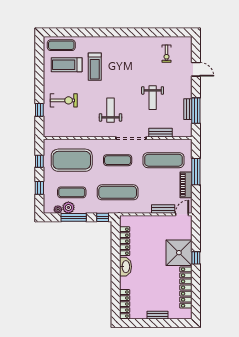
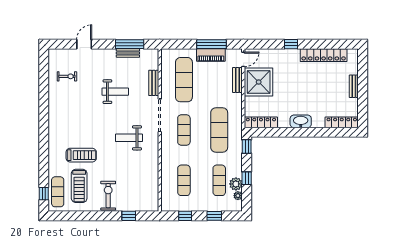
window: (60, 32) -> (44, 194), added
exercise bike: (64, 100) -> (108, 196), moved
exercise mat: (72, 160) -> (184, 180), width x0.50, depth x0.69
window: (196, 172) -> (212, 44), moved
door: (182, 214) -> (243, 59), swing flipped
window: (74, 217) -> (247, 178), width x0.46
locker: (125, 241) -> (261, 122), moved
shower: (179, 253) -> (259, 82), moved

